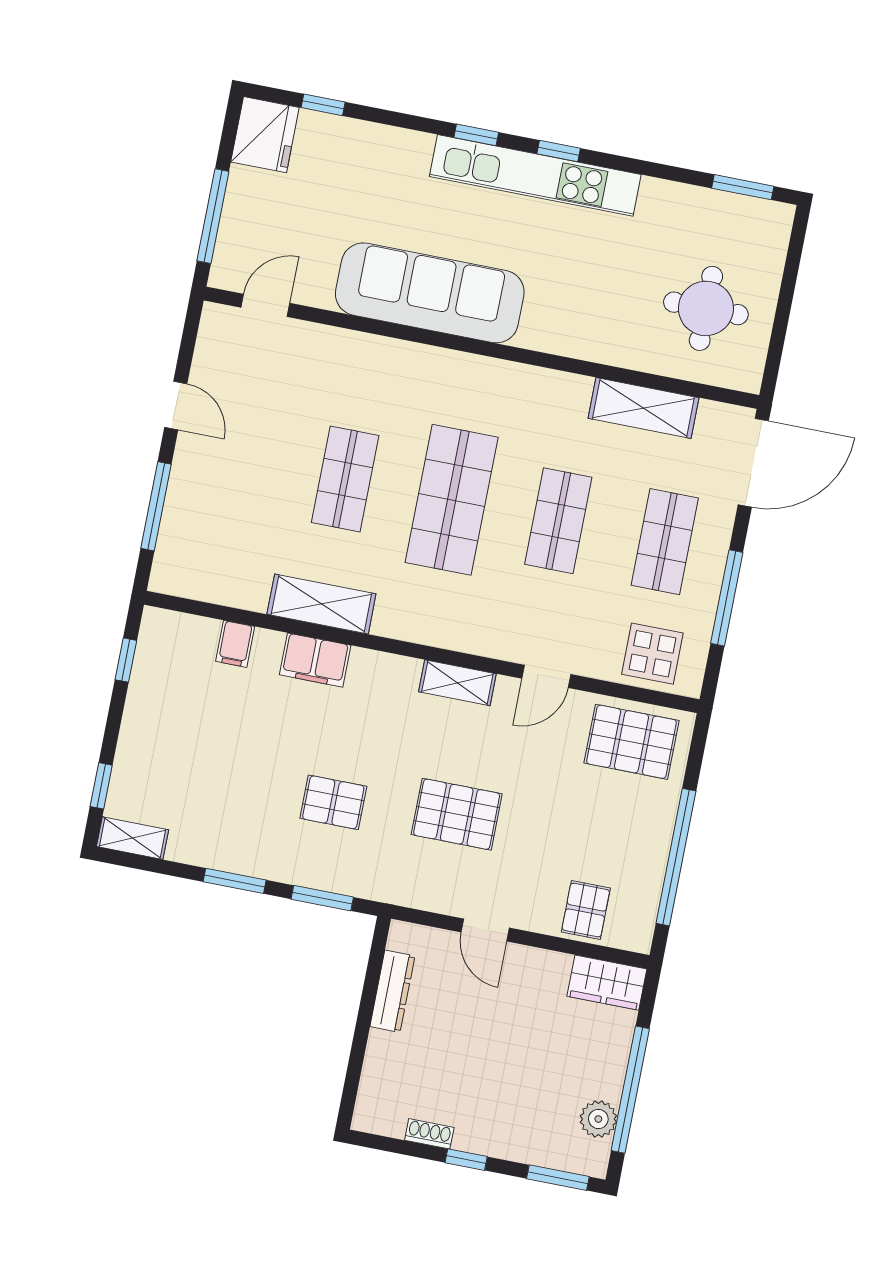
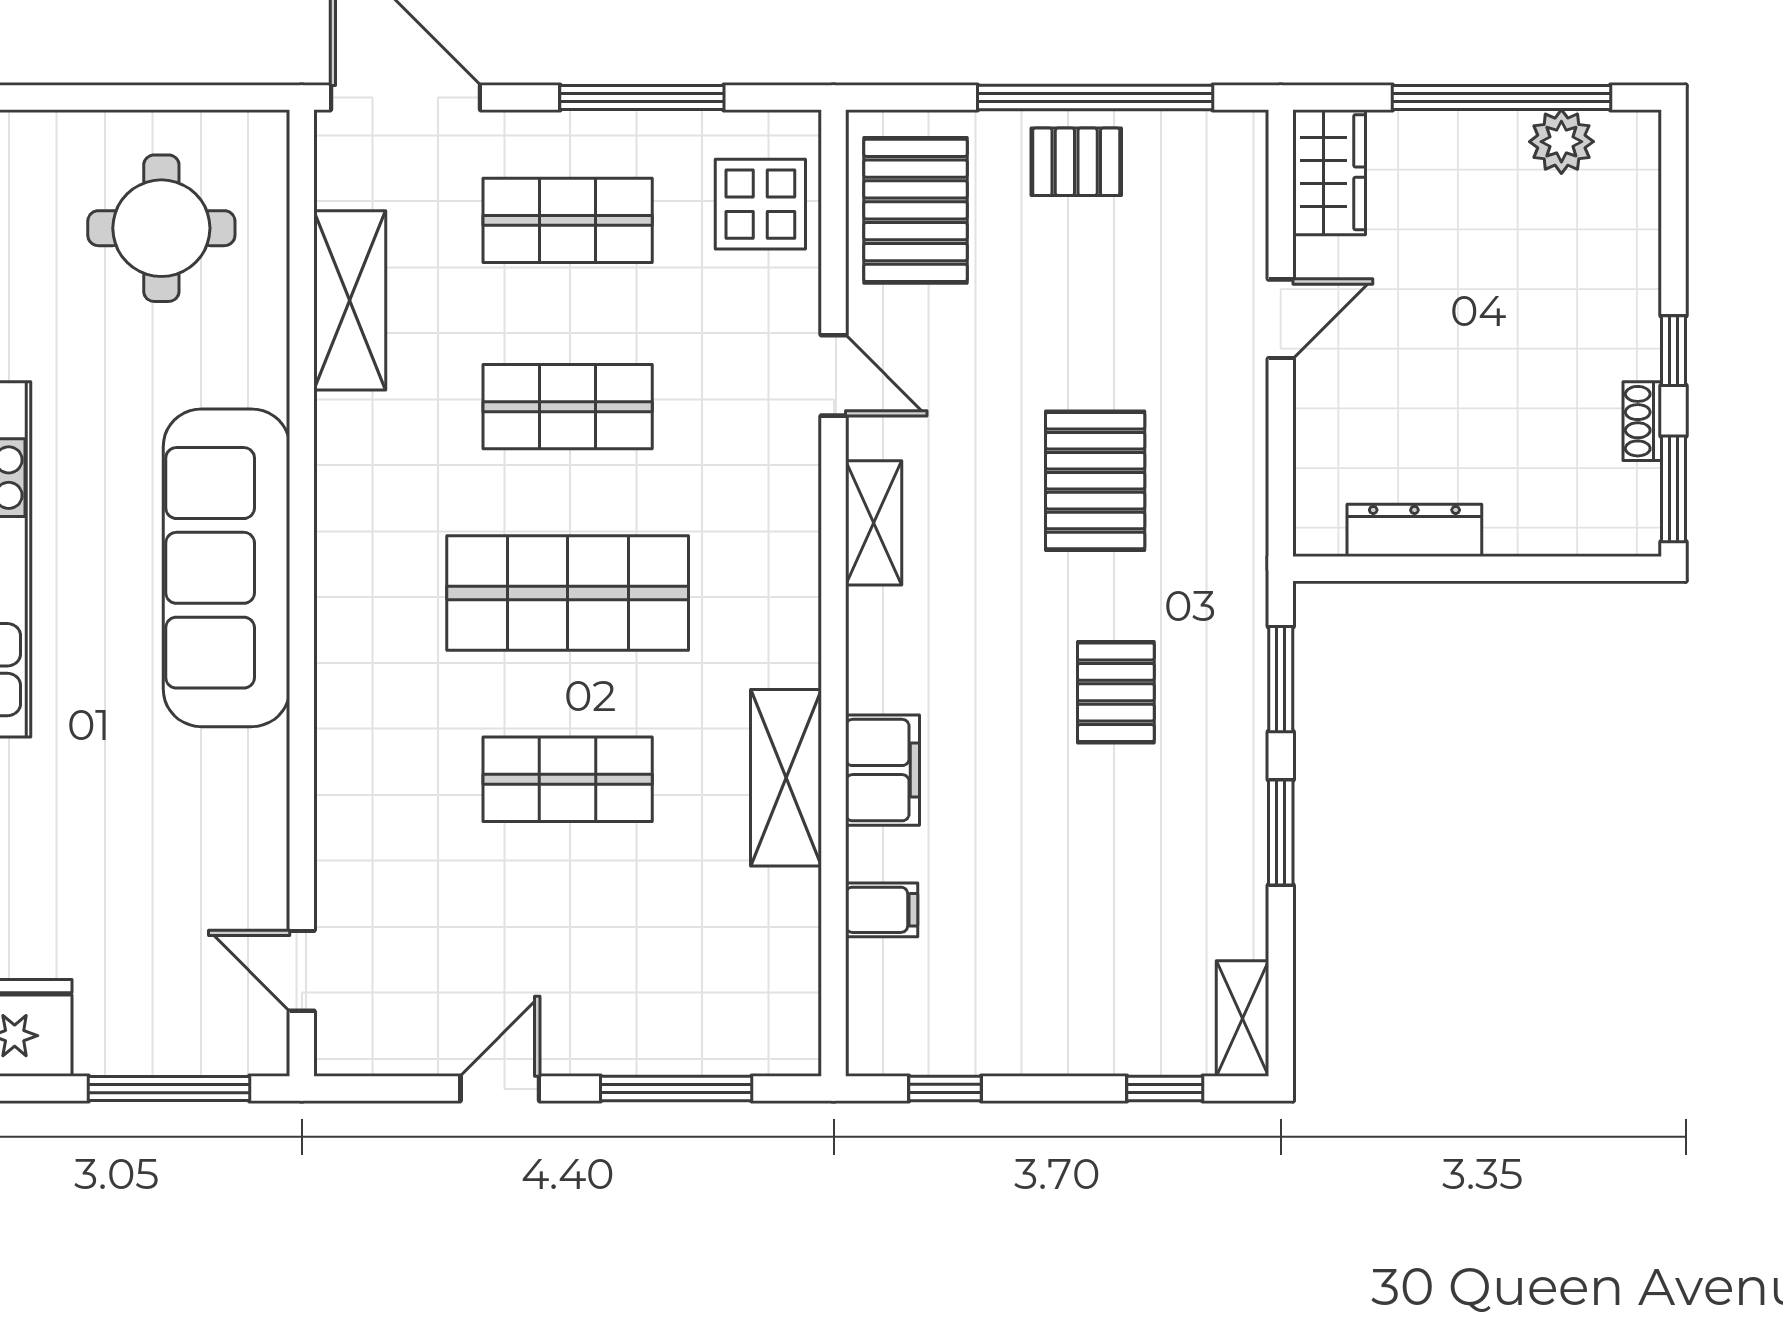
sofa: (430, 293) -> (226, 568), moved
pallet: (586, 910) -> (1076, 162), moved
door: (485, 930) -> (1281, 319), moved
window: (558, 1178) -> (1674, 489), moved

